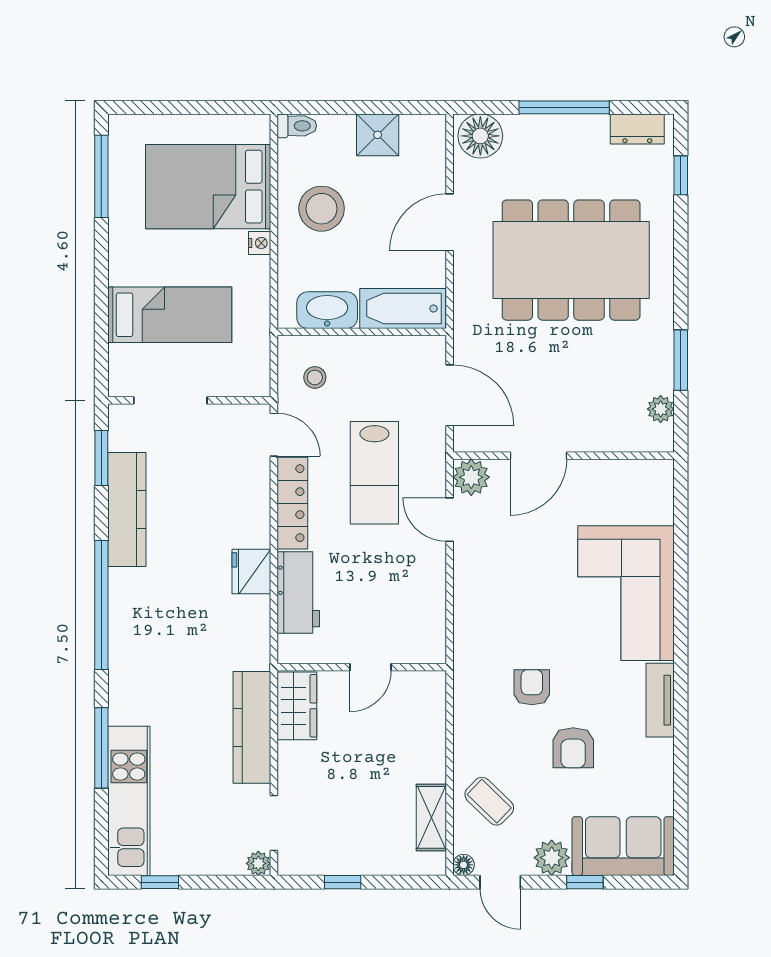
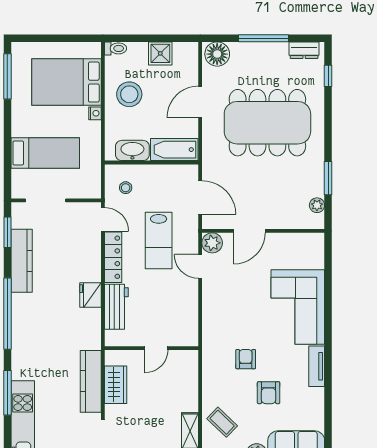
wardrobe: (297, 706) -> (116, 385), moved

